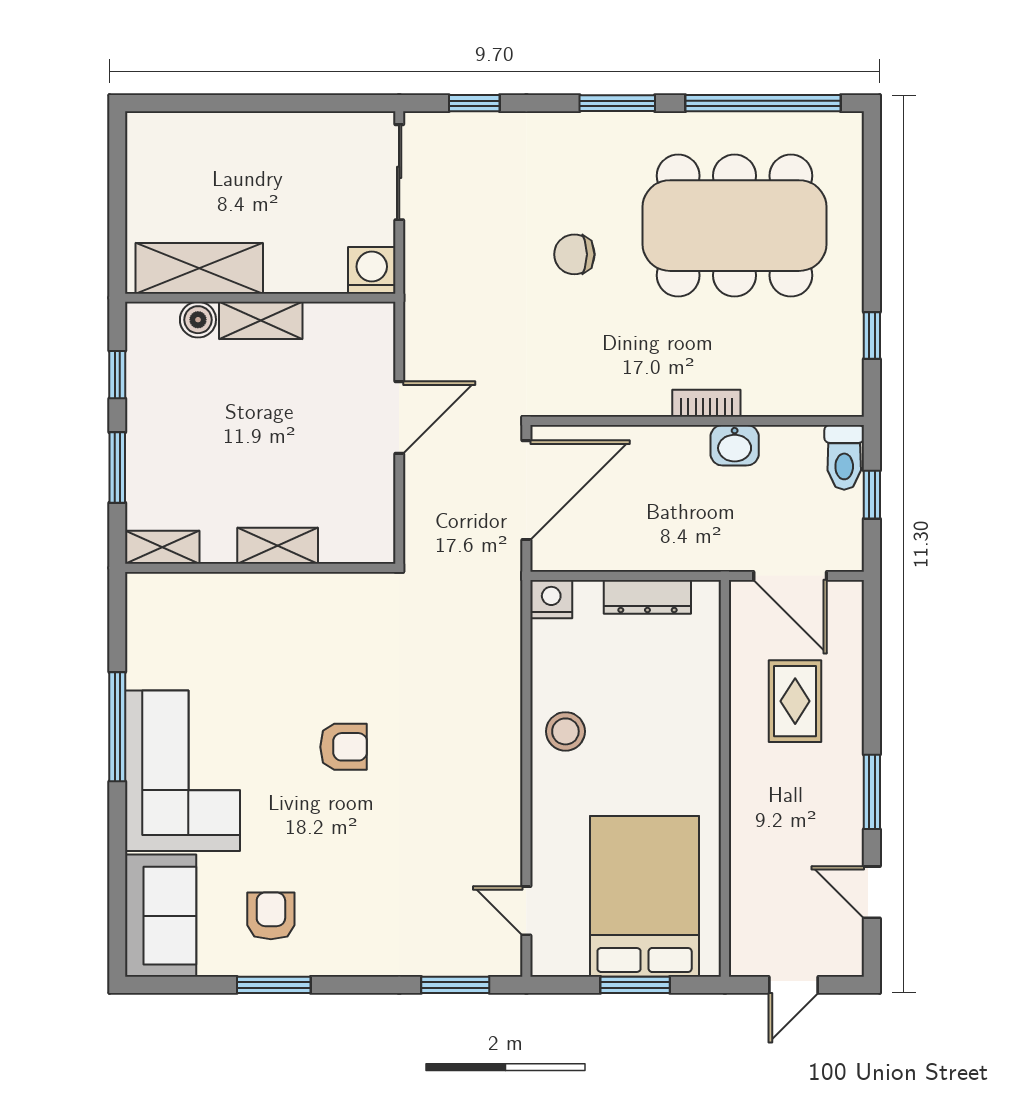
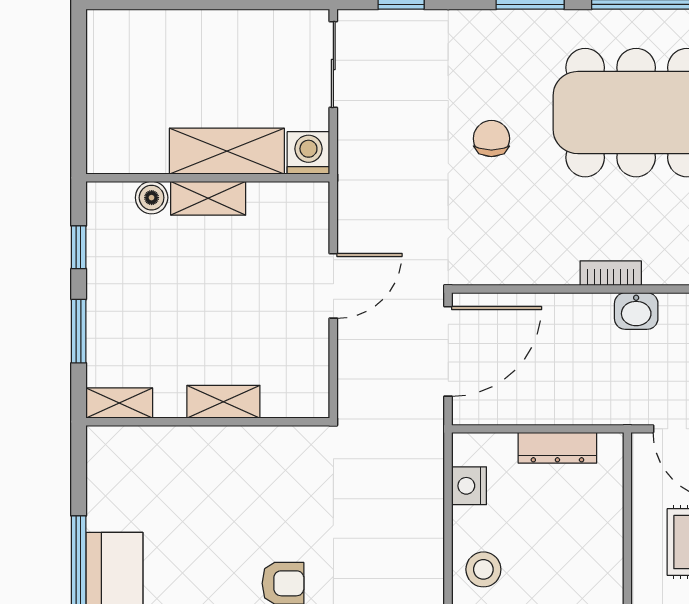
chair: (574, 254) -> (491, 139), turned 90
shelving: (199, 268) -> (227, 151), moved
nightstand: (551, 599) -> (469, 486), moved, turned -90

